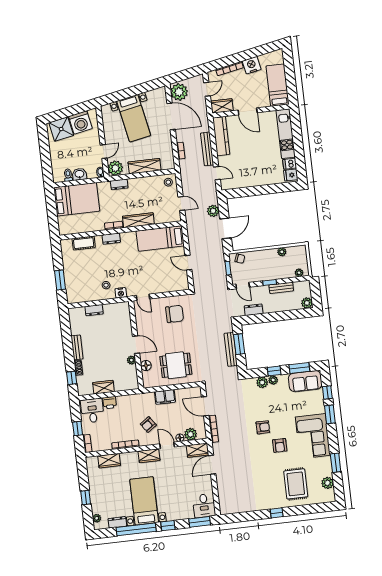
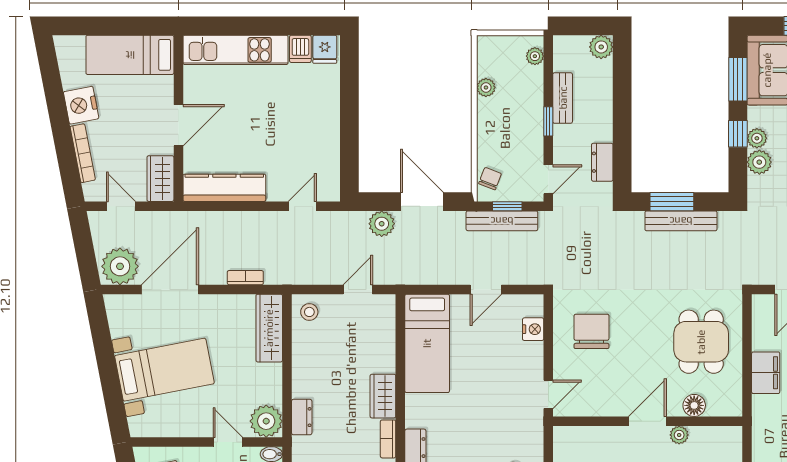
bench: (207, 149) -> (502, 221), moved
wardrobe: (144, 166) -> (269, 328), moved
wardrobe: (138, 220) -> (383, 396), width x0.67
nightstand: (121, 293) -> (533, 329), moved

